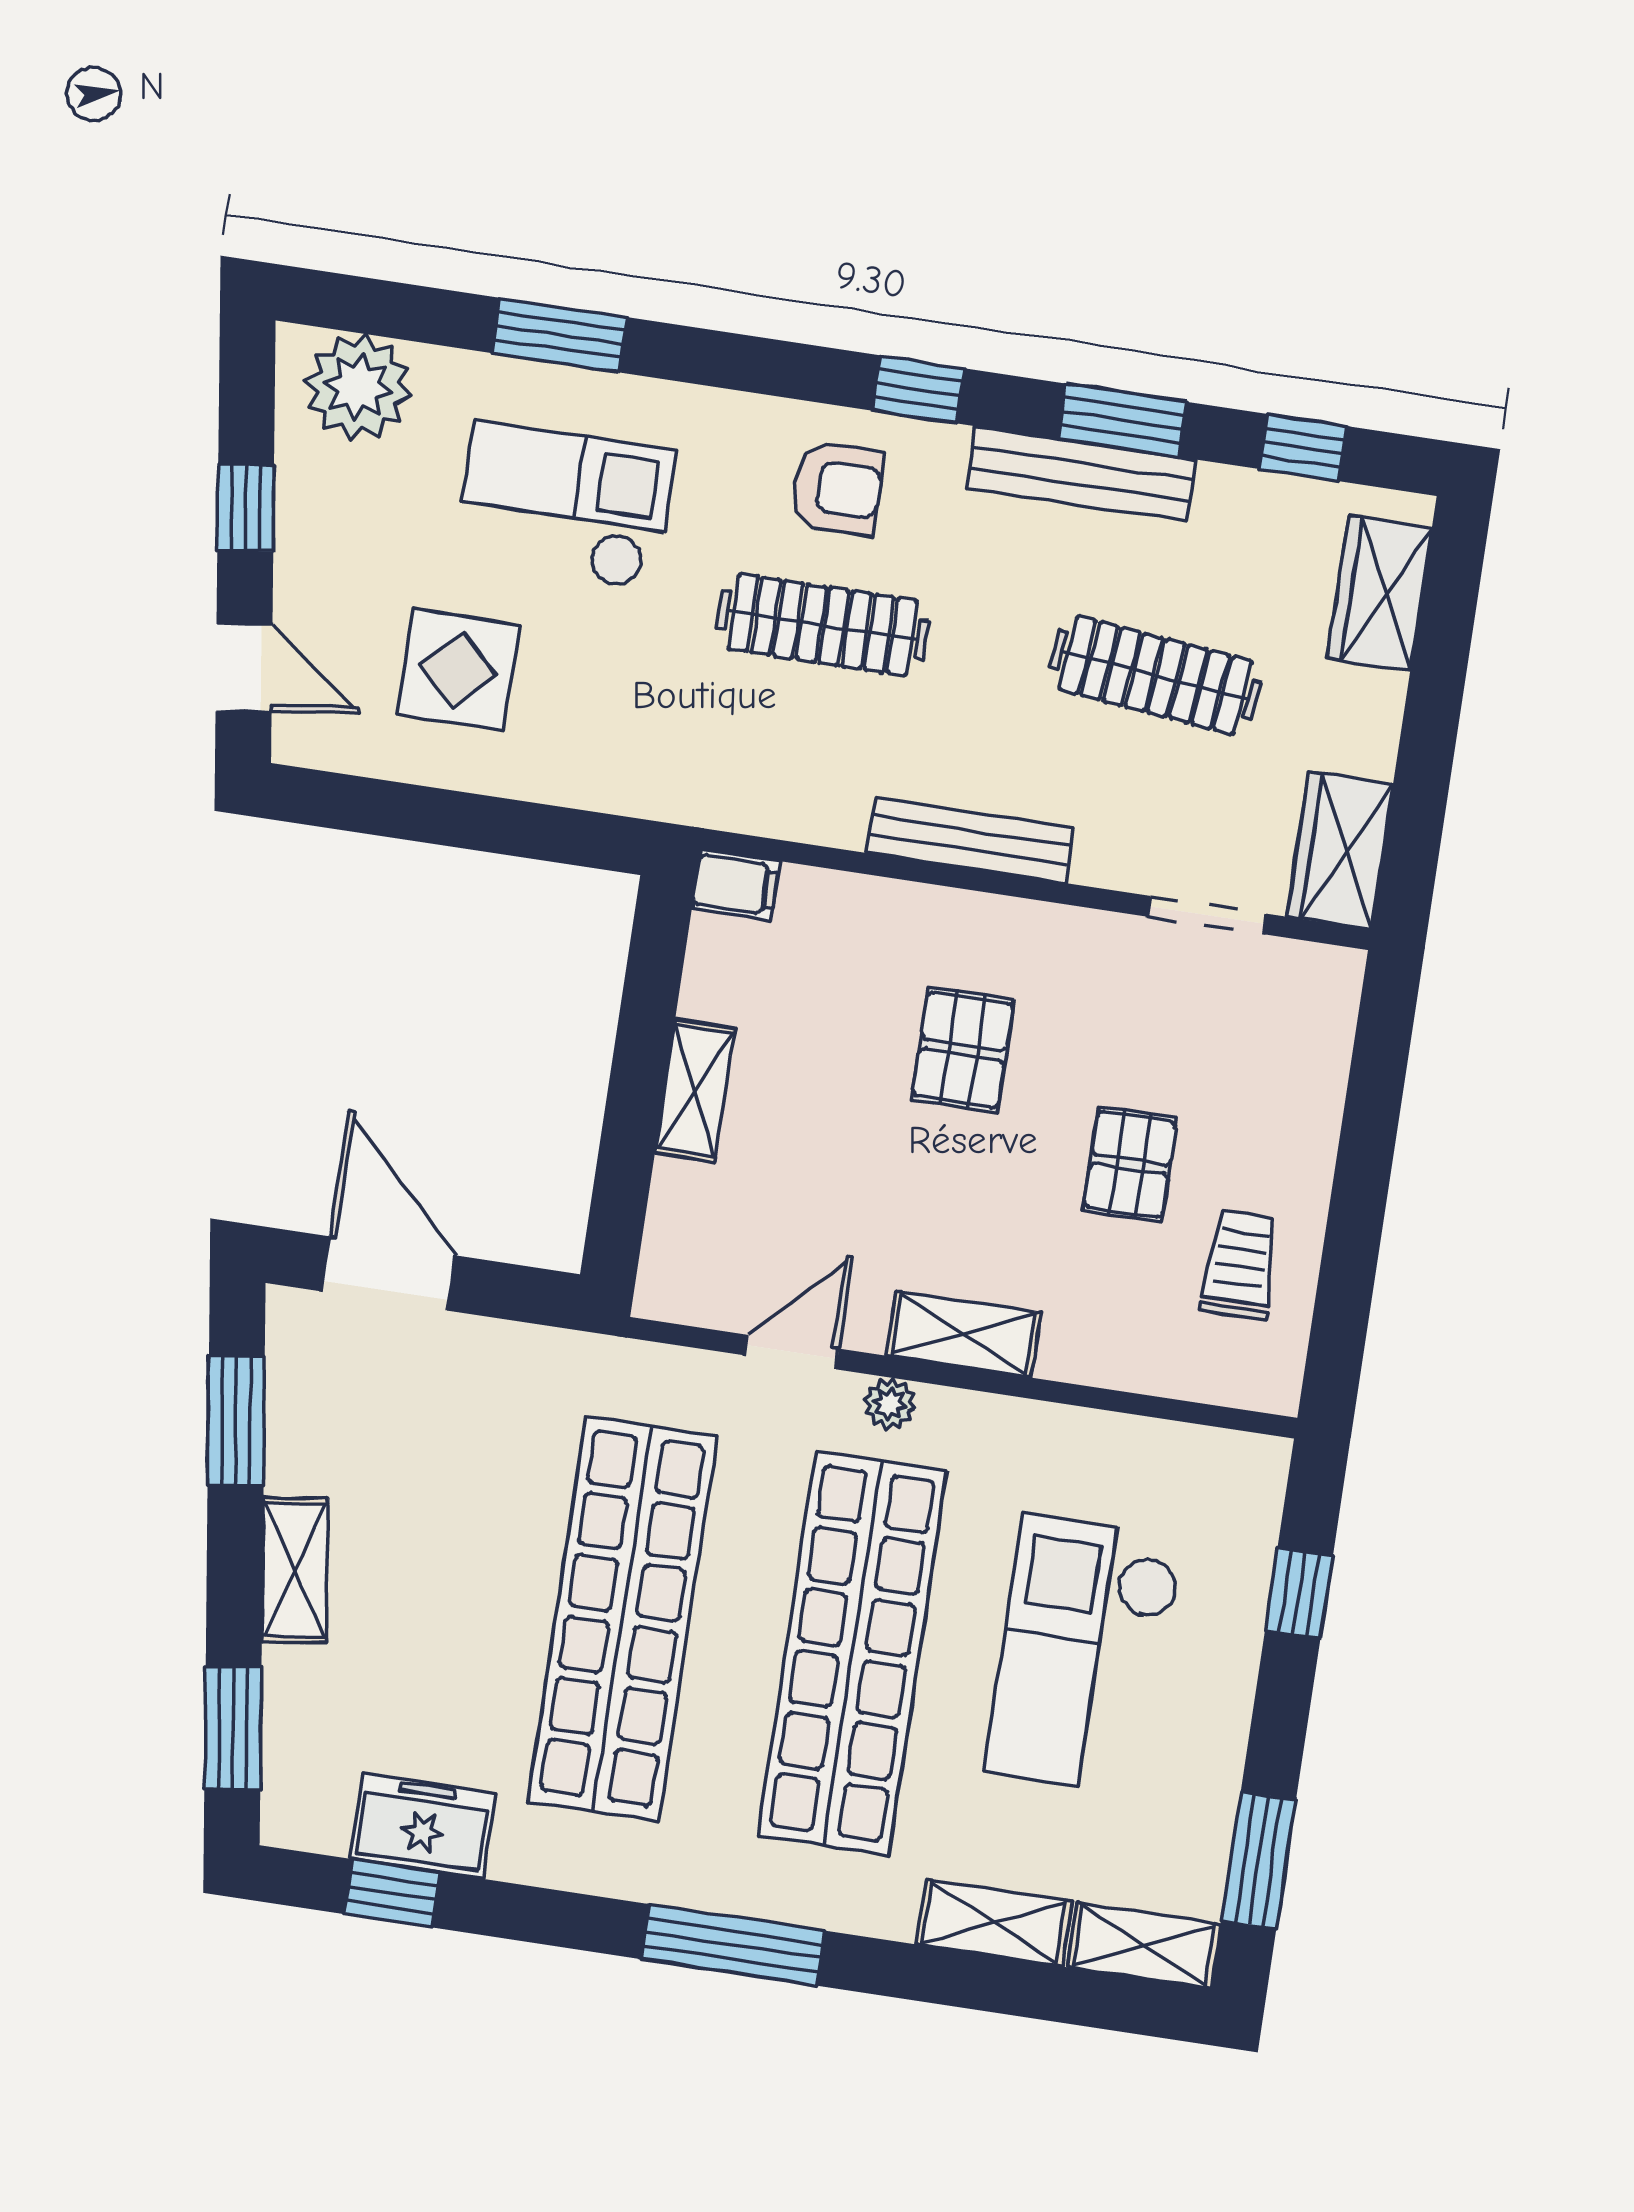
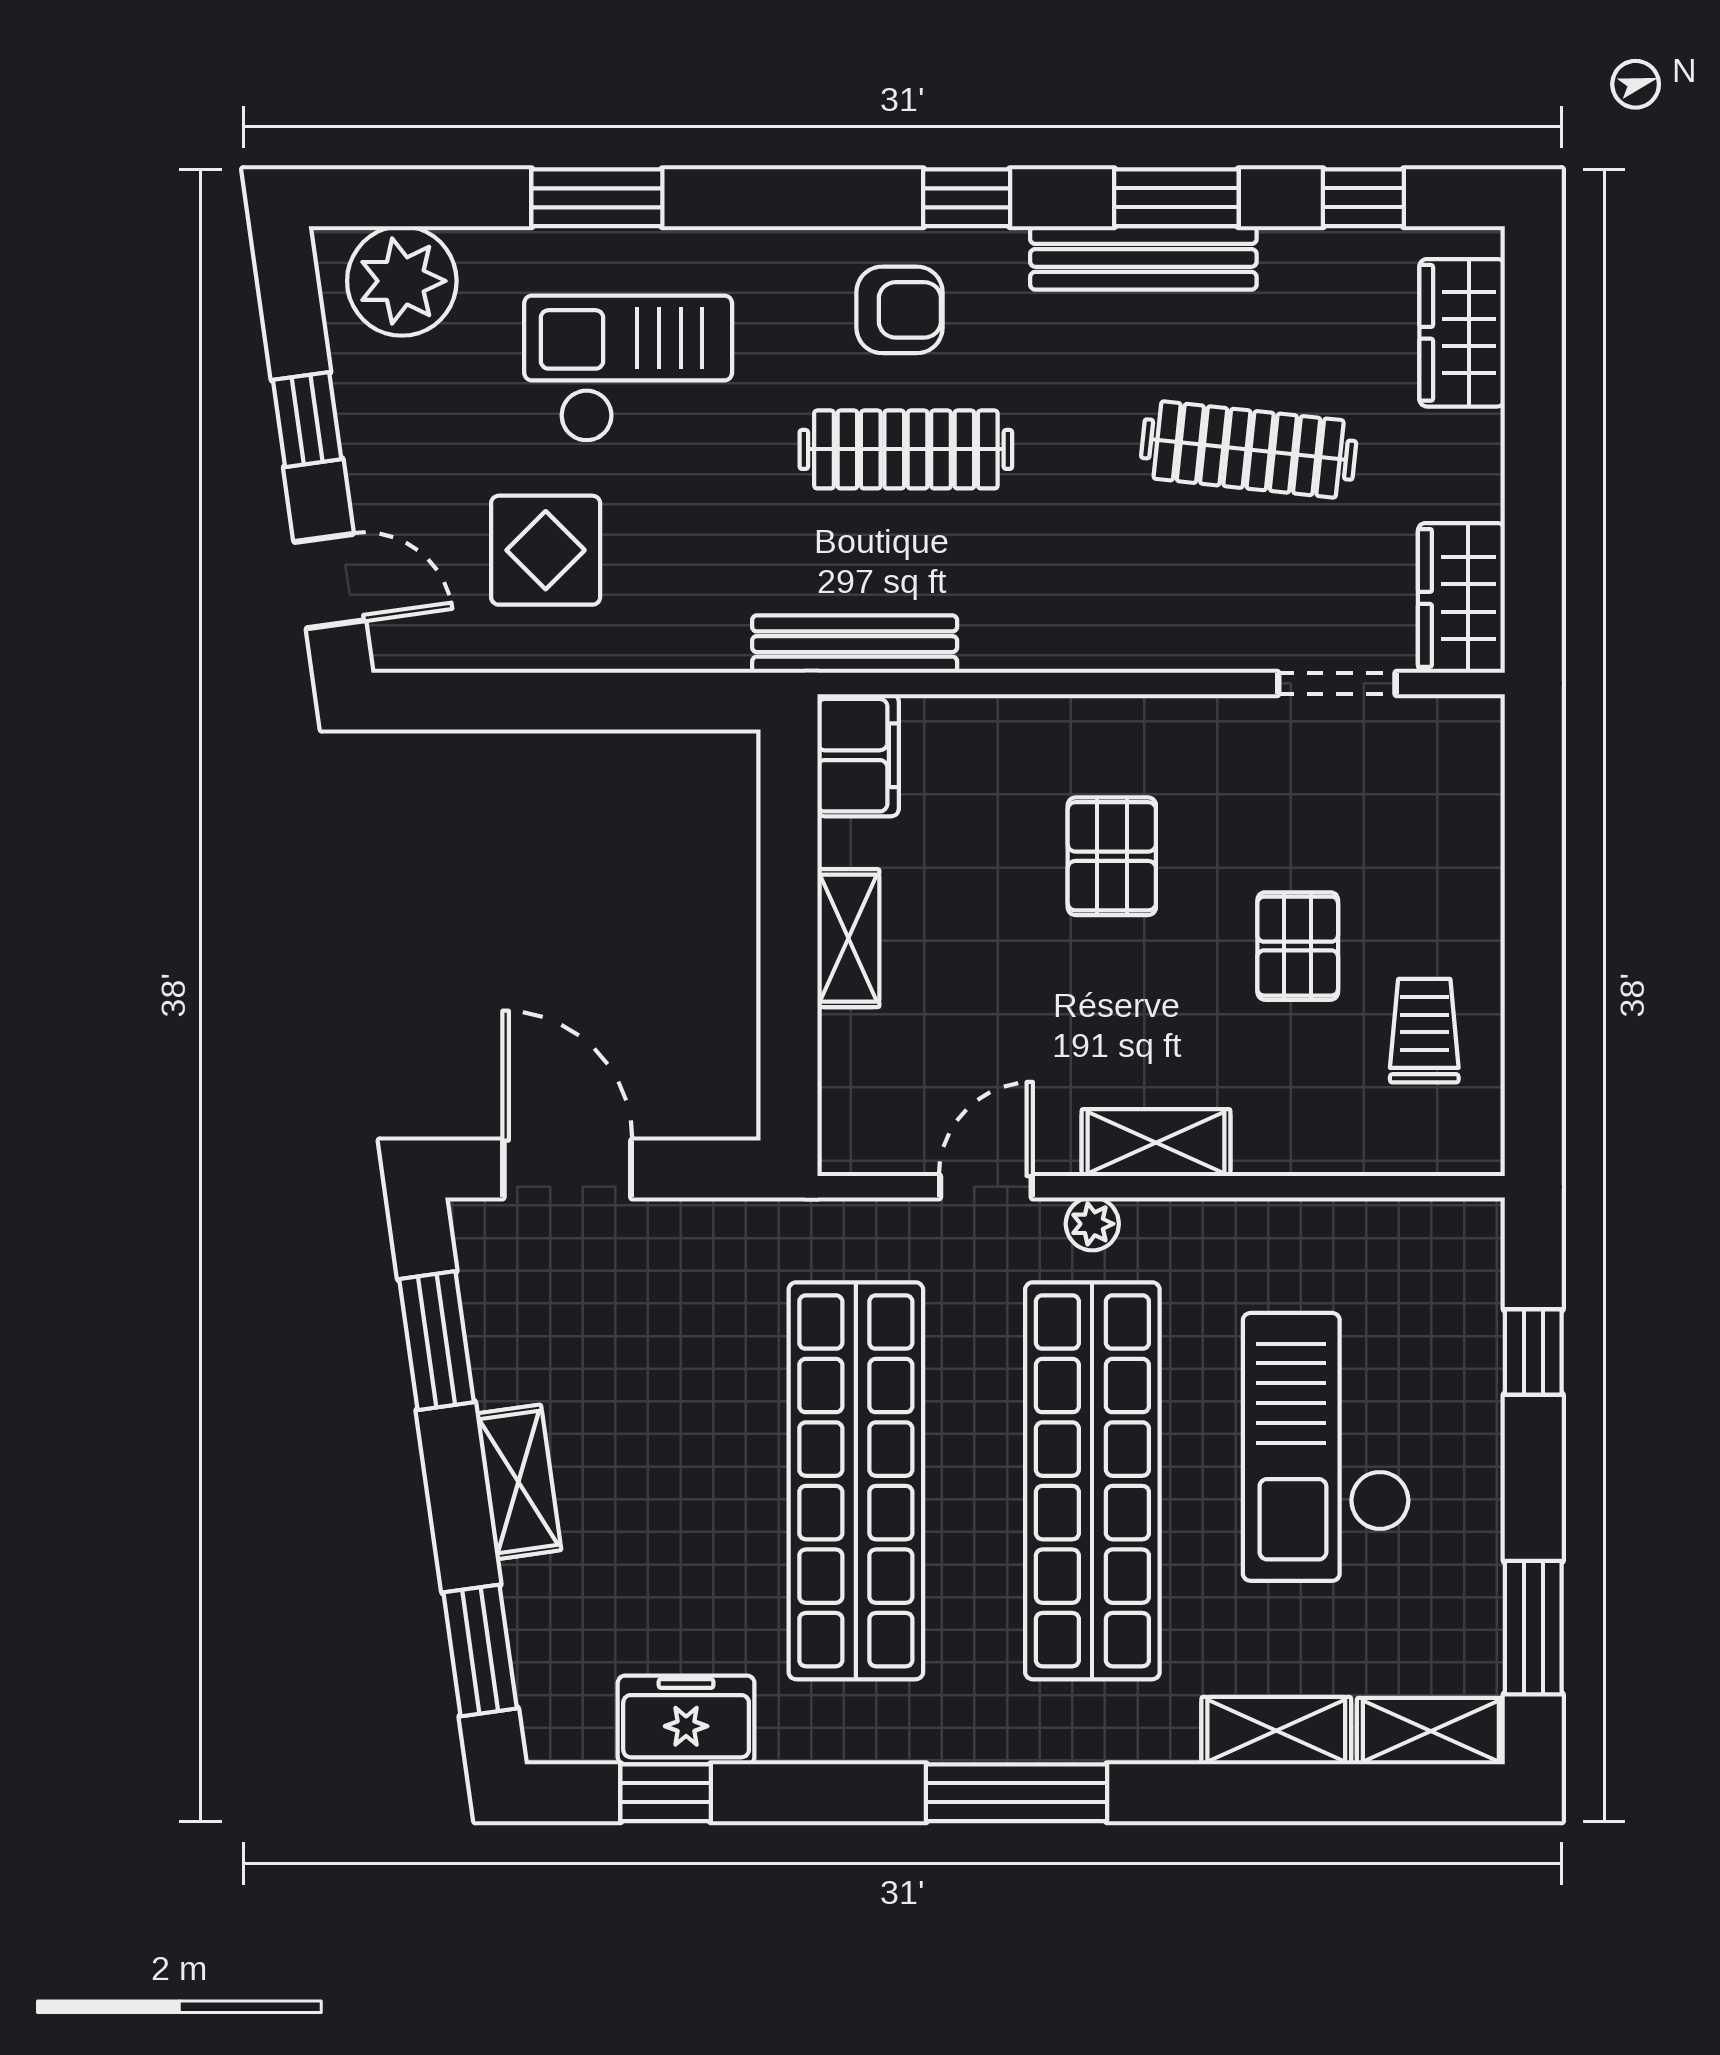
bench: (970, 840) -> (855, 644), moved
filing cabinet: (736, 885) -> (858, 755), width x2.00

